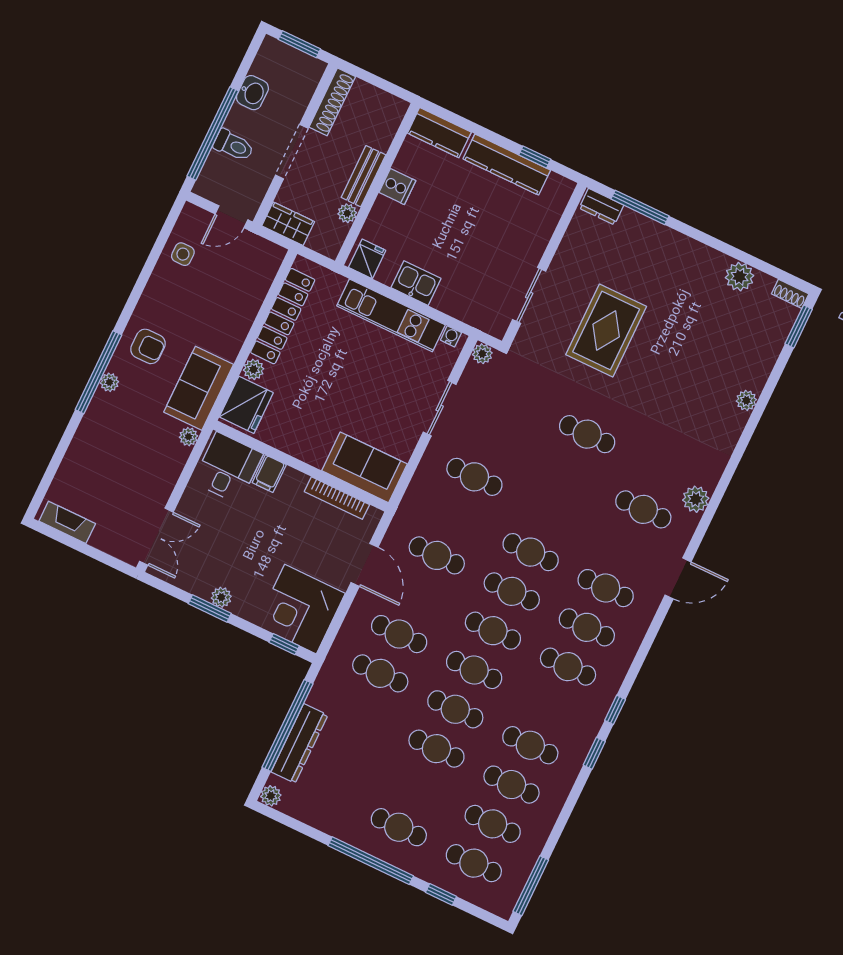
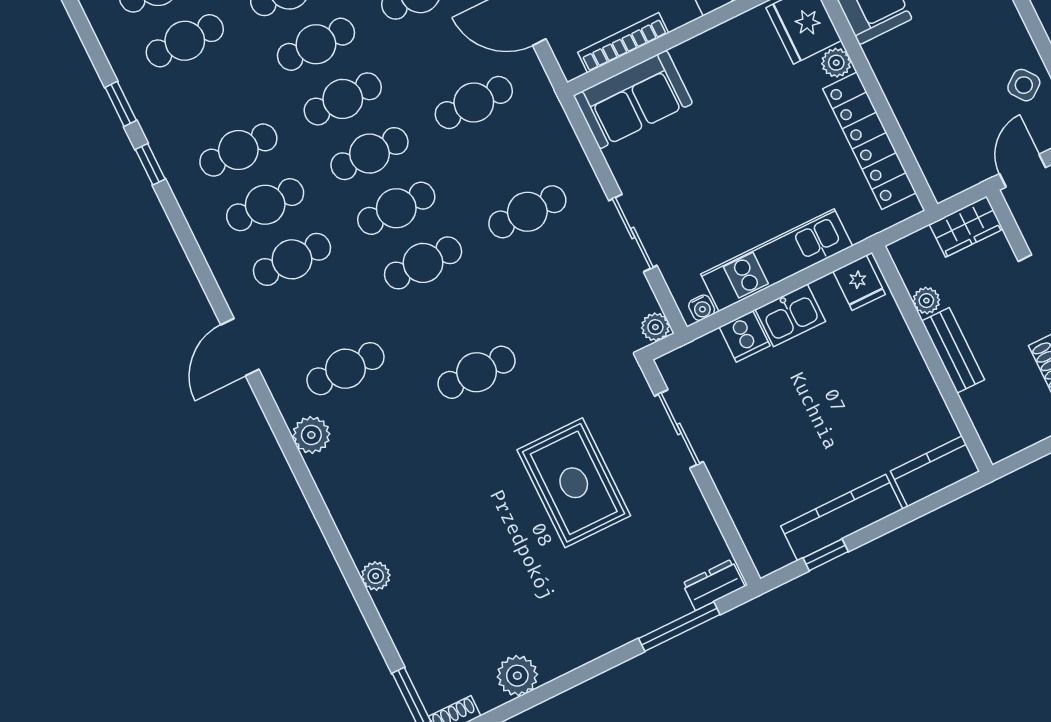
cooker: (397, 187) -> (745, 336), moved, turned -90
side table: (183, 254) -> (1024, 85), turned -37
cafe table: (549, 513) -> (423, 263), added

